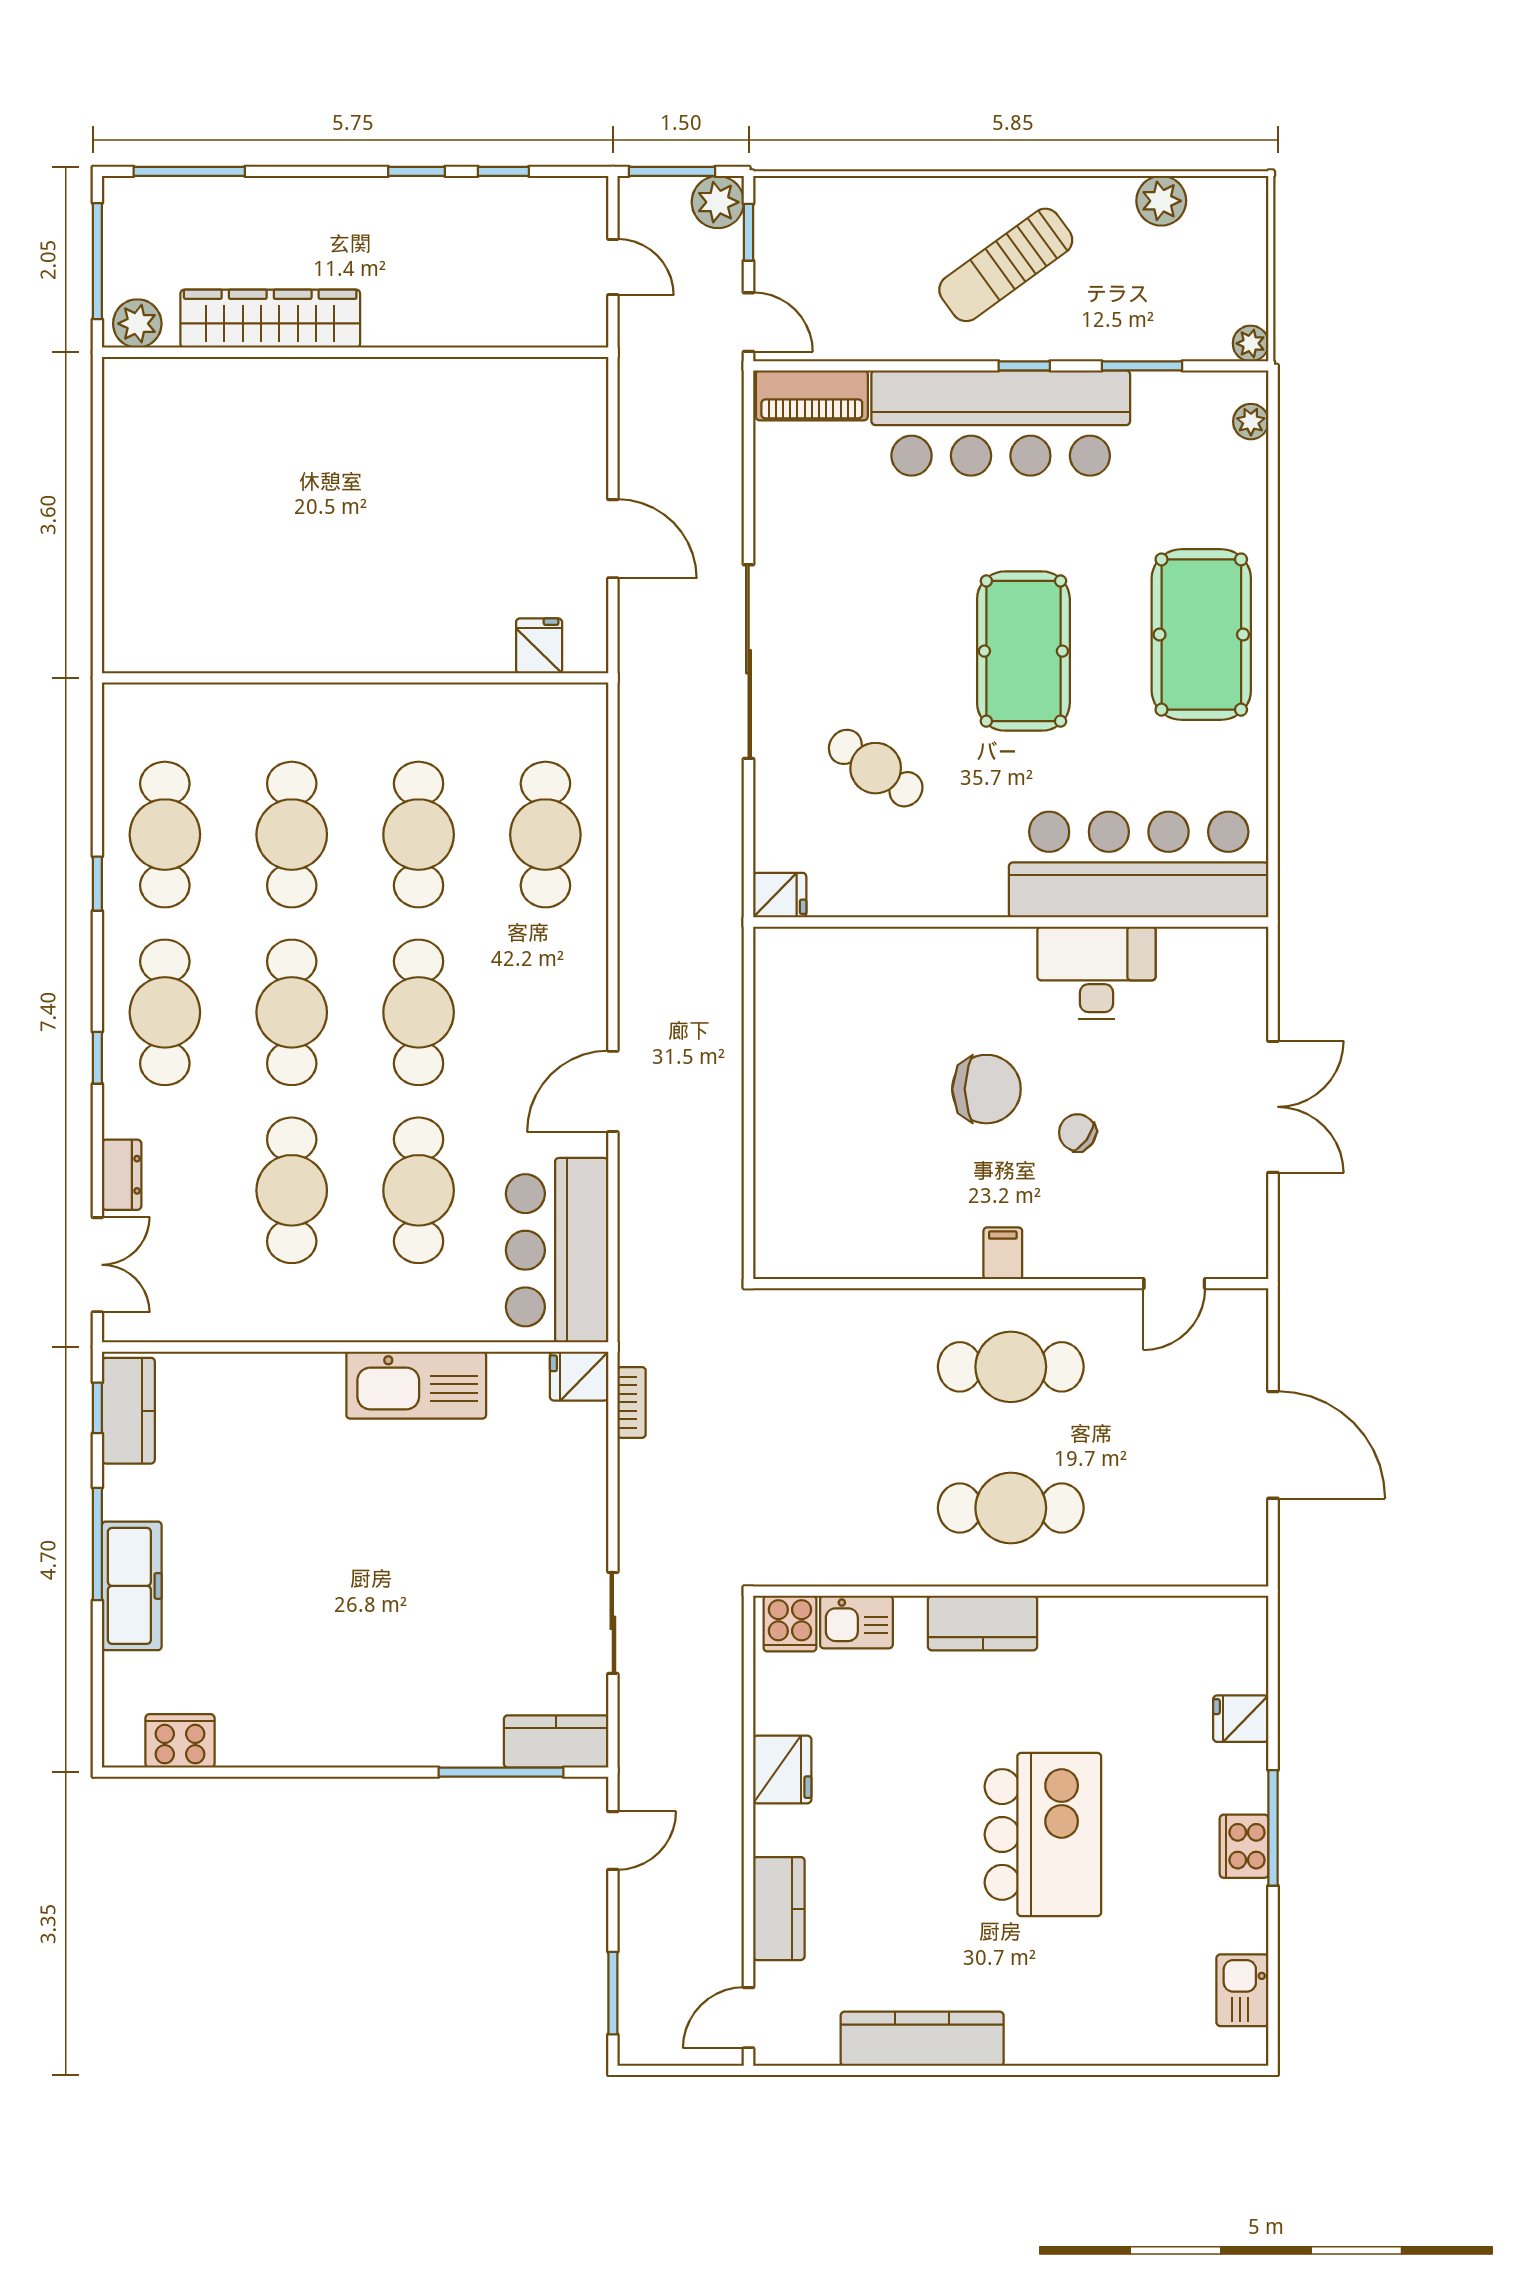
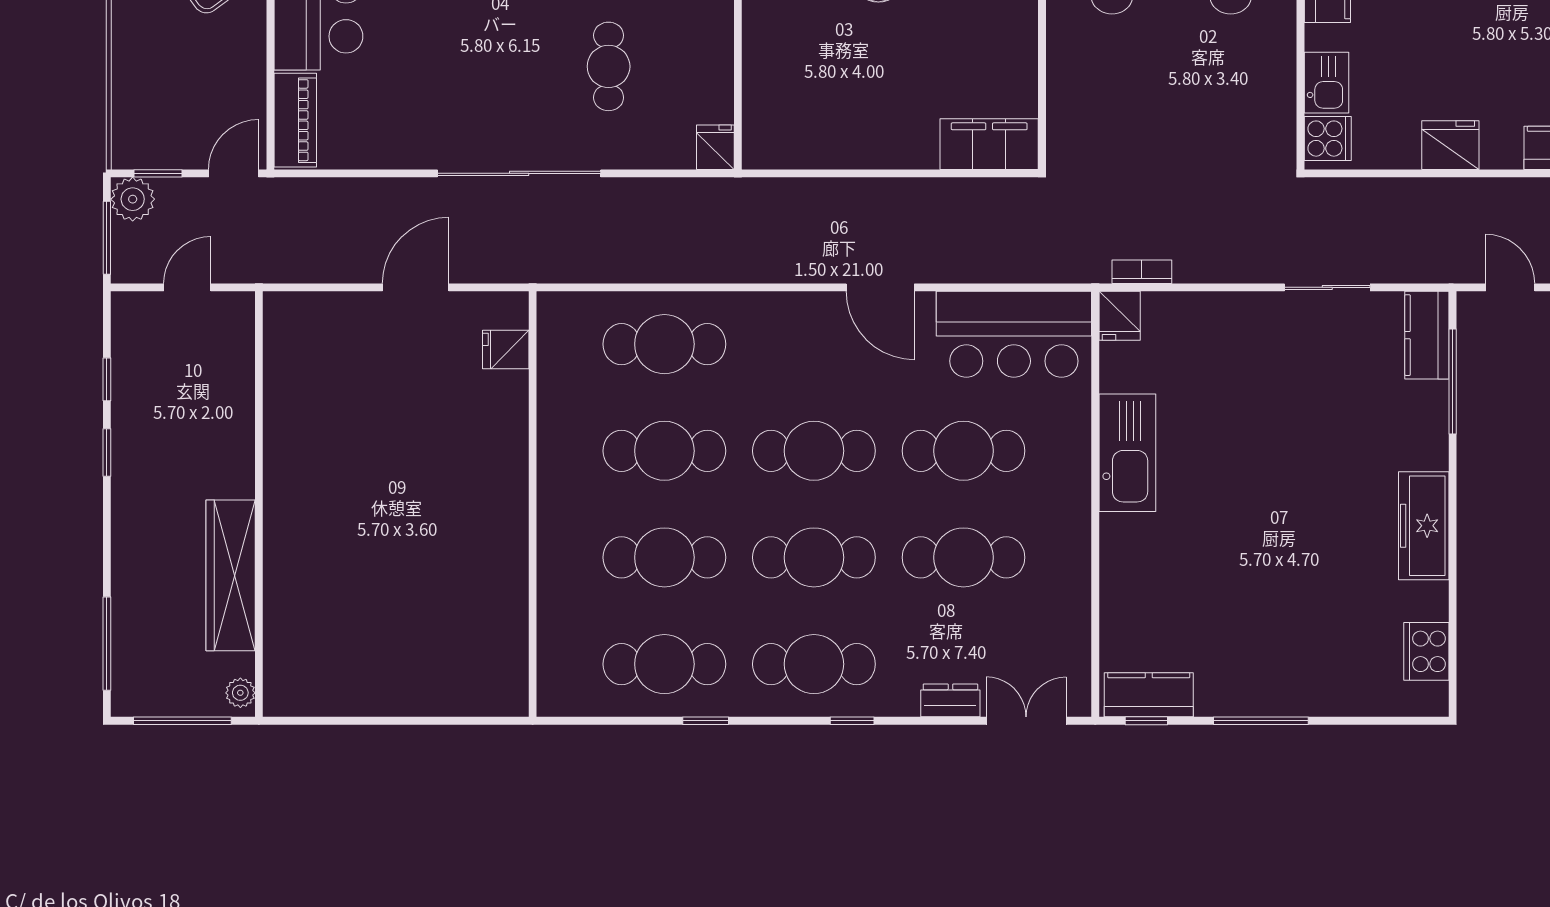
plant: (137, 324) -> (240, 693), width x0.73, depth x0.73
cafe table: (876, 768) -> (609, 66), turned -35
filing cabinet: (783, 1221) -> (989, 144), added
freezer: (132, 1586) -> (1424, 526), moved, turned -90

